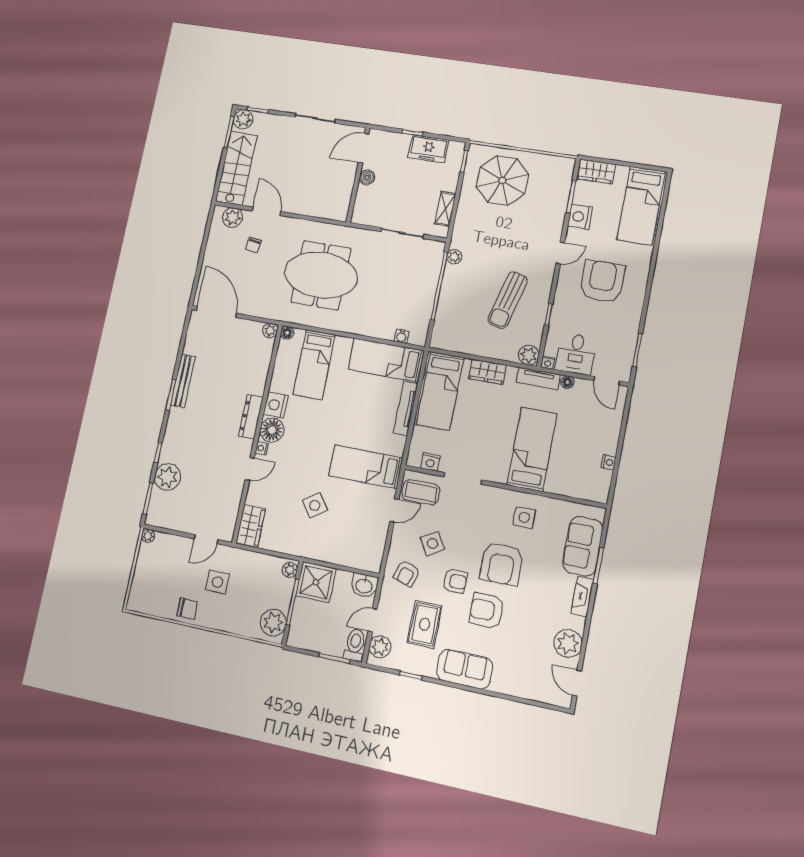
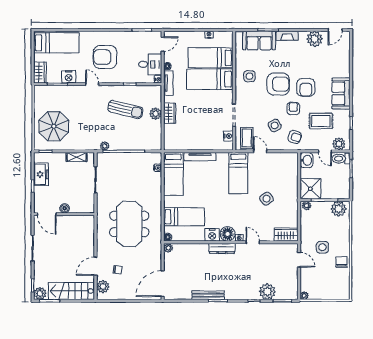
plant: (529, 355) -> (156, 114), moved
bed: (440, 391) -> (211, 58), moved, turned 180

